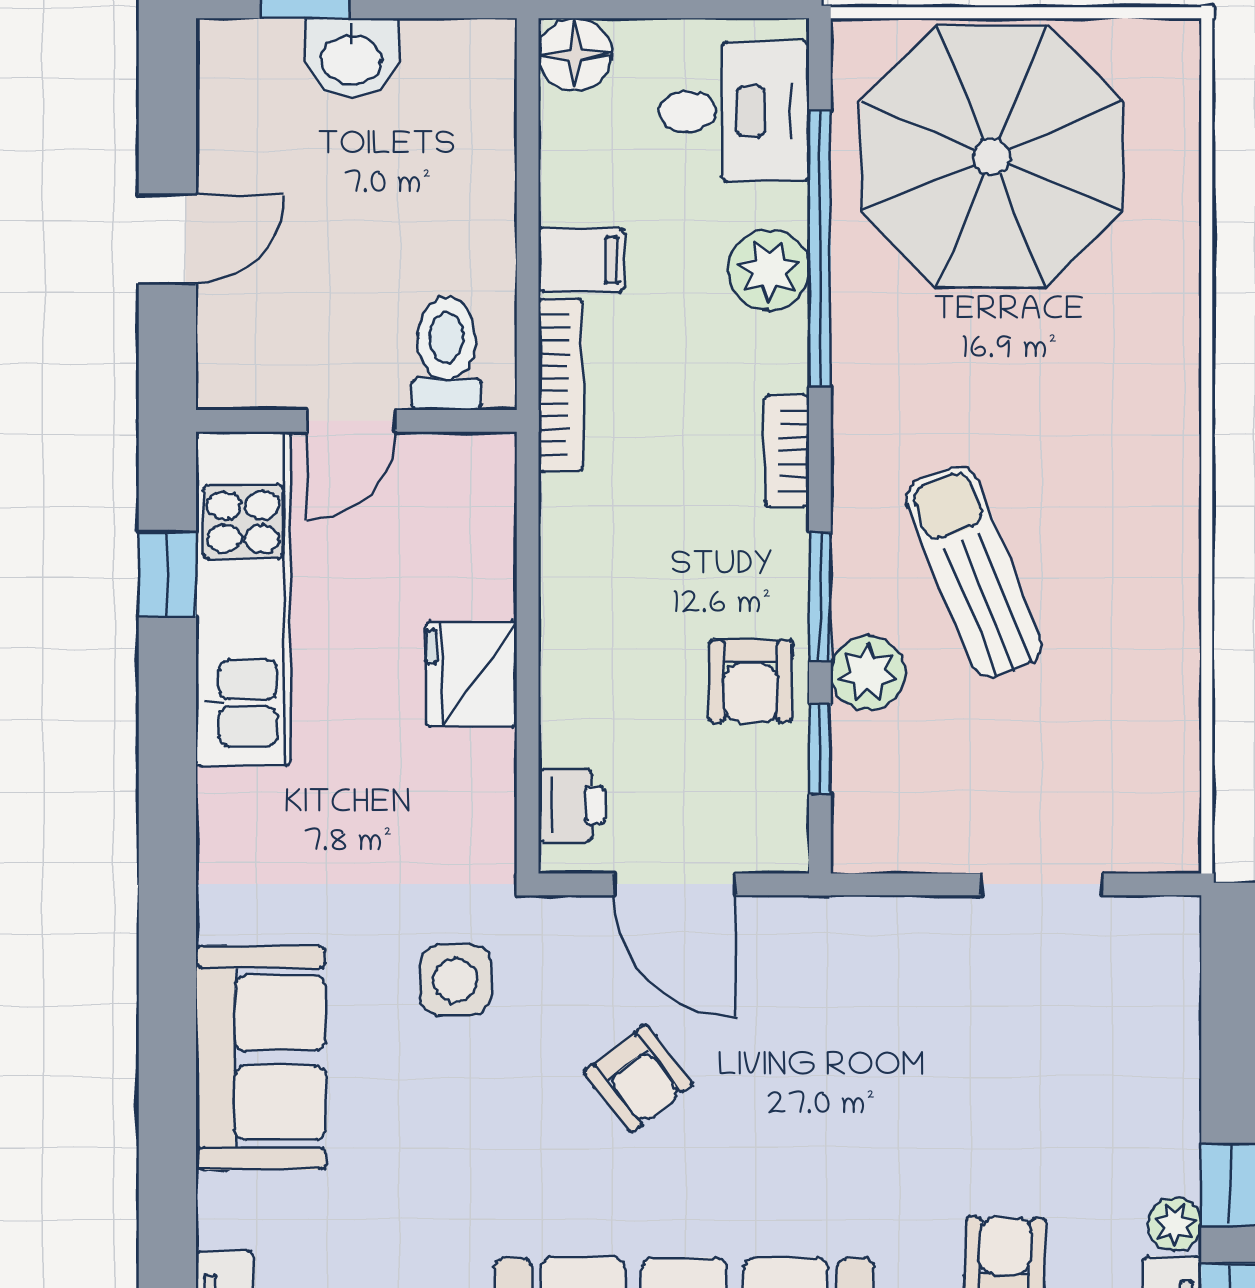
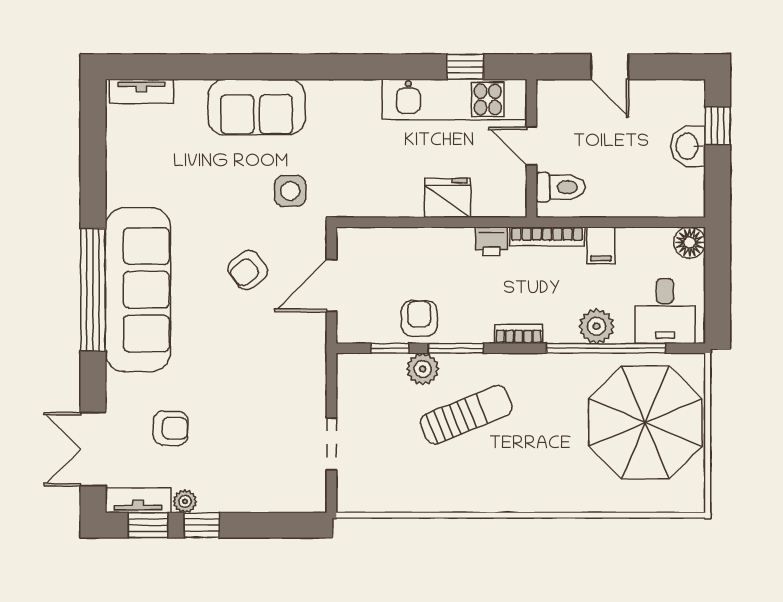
fridge: (471, 674) -> (447, 198), moved
armchair: (751, 681) -> (419, 318), turned 89
printer: (572, 805) -> (491, 241), moved

